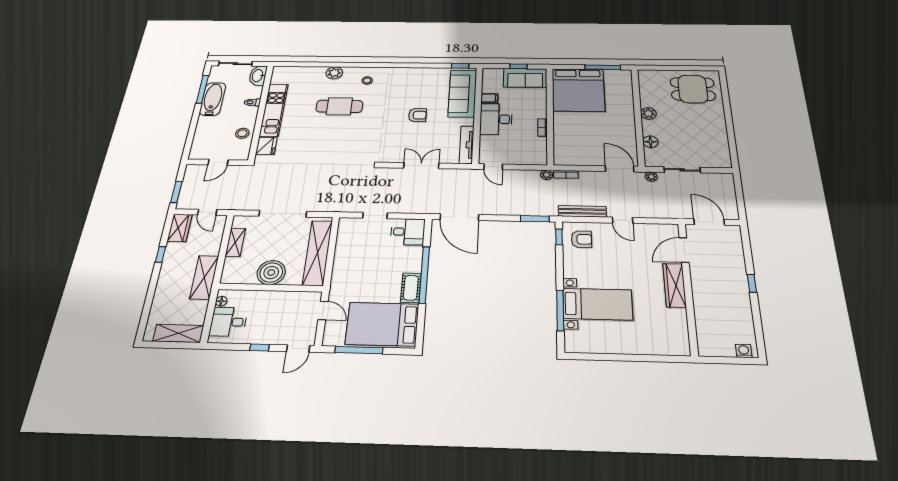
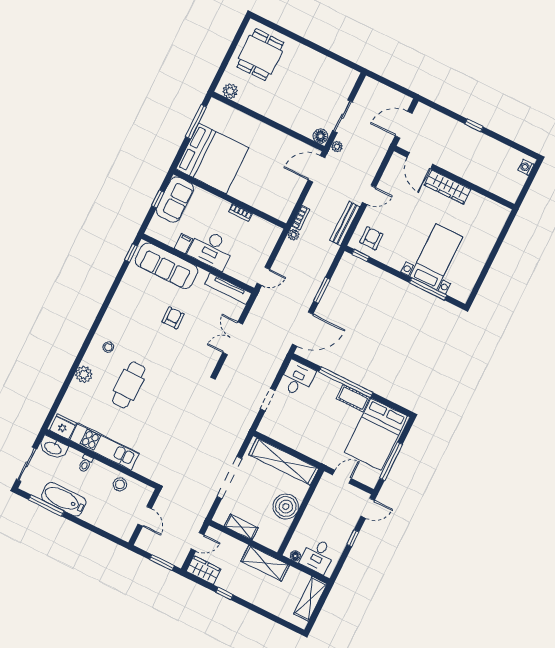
plant: (648, 113) -> (230, 91), moved
floor lamp: (650, 142) -> (320, 136), moved
fridge: (266, 146) -> (63, 427), moved
window: (535, 219) -> (322, 290), moved
door: (298, 349) -> (368, 508), hinge flipped

